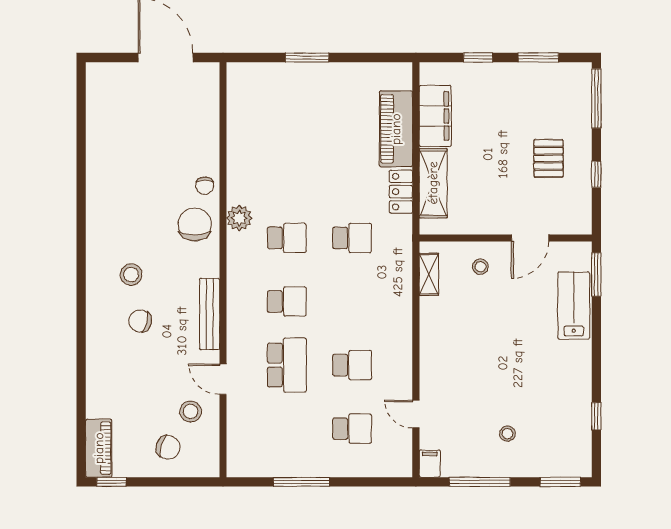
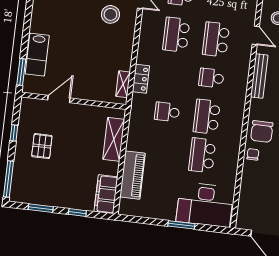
desk: (273, 95) -> (205, 205), added
filing cabinet: (435, 116) -> (106, 194), moved
school desk: (287, 174) -> (202, 155), added
locker: (401, 192) -> (141, 79), moved
plant: (239, 218) -> (234, 132), removed
school desk: (287, 238) -> (207, 117), width x1.85
stool: (480, 267) -> (110, 14), moved, width x1.89, depth x1.89
school desk: (352, 365) -> (176, 35), width x1.85

